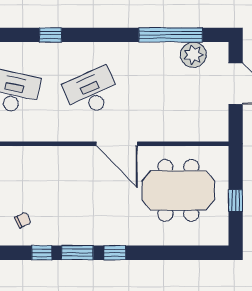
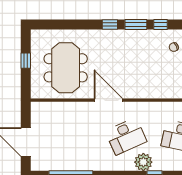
plant: (193, 55) -> (143, 162), moved
meeting table: (178, 190) -> (66, 68), turned 90

